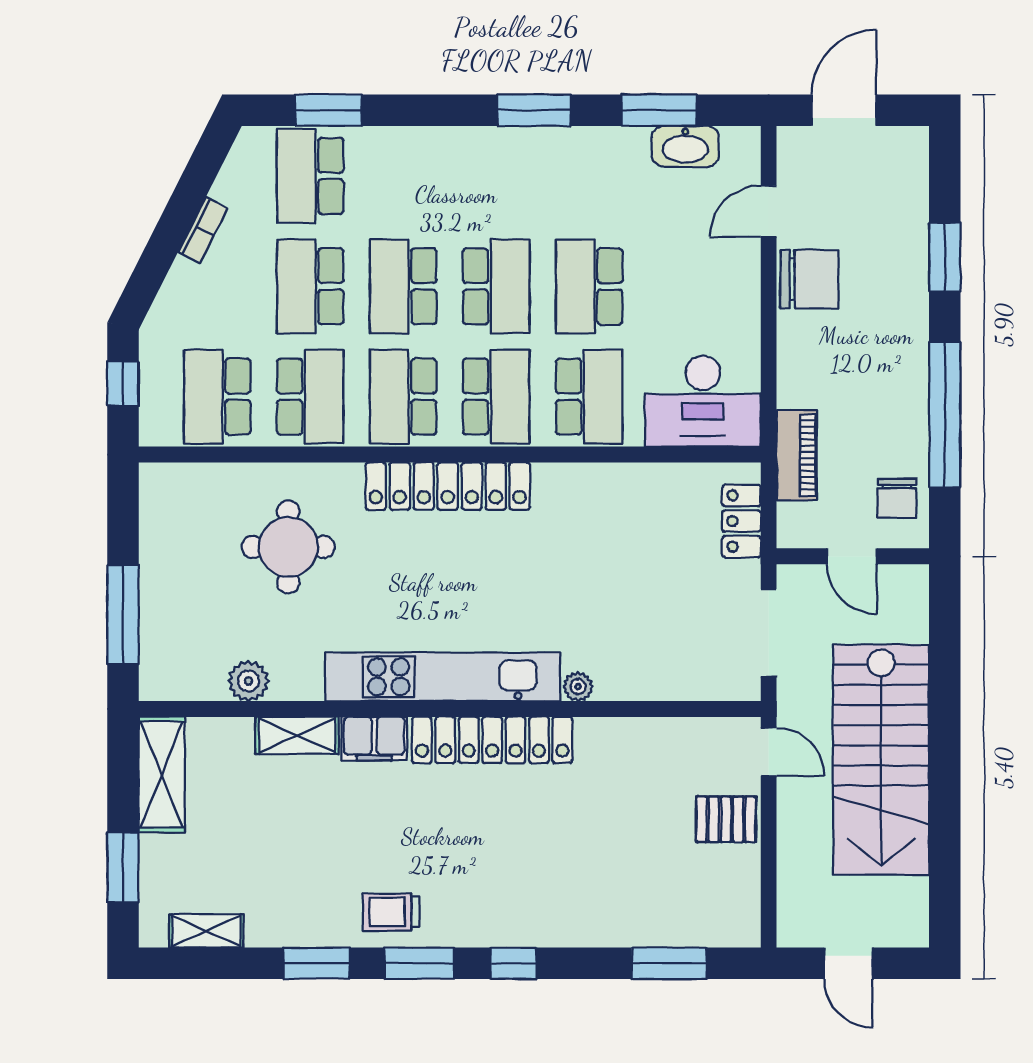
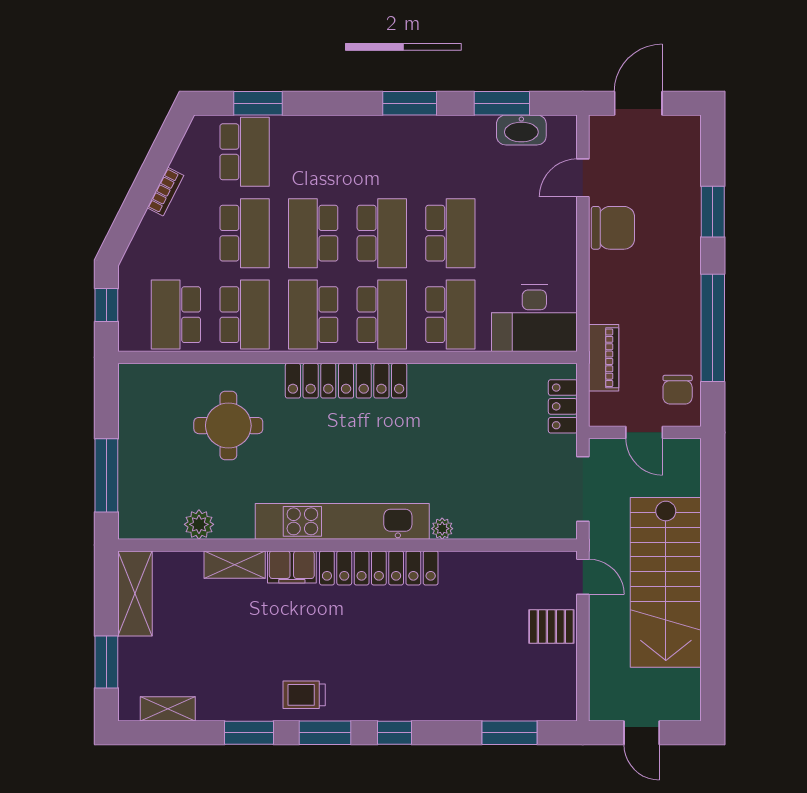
school desk: (310, 176) -> (245, 152), turned 180
school desk: (310, 286) -> (245, 233), turned 180
school desk: (589, 286) -> (450, 233), turned 180

